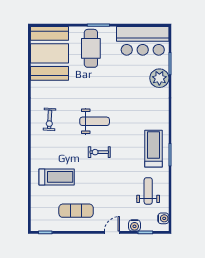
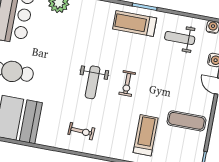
weight bench: (95, 121) -> (93, 82), turned 180
exercise mat: (76, 211) -> (186, 121), turned 90

